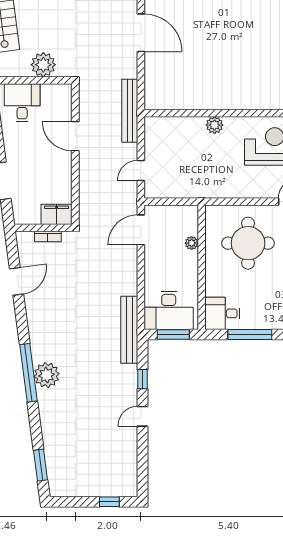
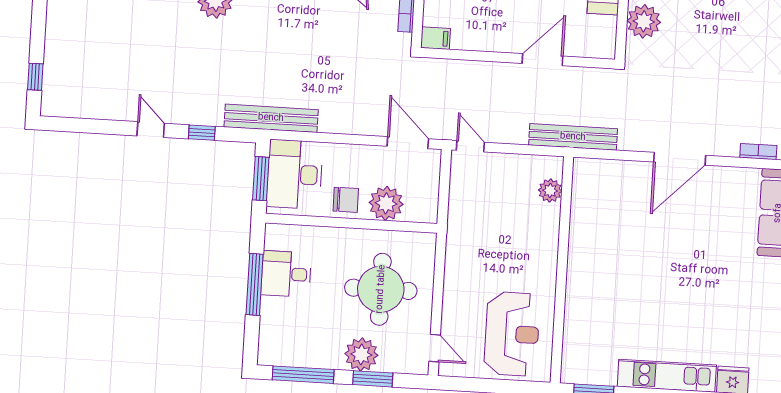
plant: (215, 125) -> (550, 191), moved
door: (141, 170) -> (470, 146), moved
filing cabinet: (57, 214) -> (436, 38), width x0.50
plant: (192, 243) -> (386, 203), width x1.88, depth x1.88
chair: (185, 272) -> (346, 200), added
desk: (222, 313) -> (286, 274), moved, turned -90

